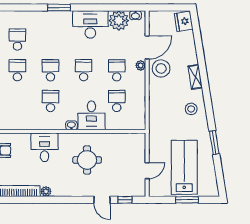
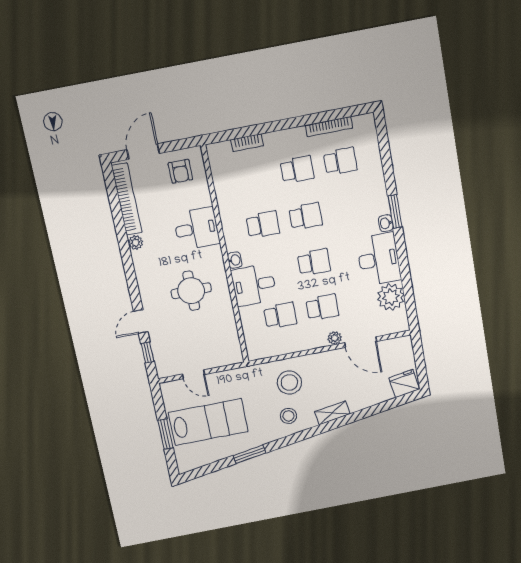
washbasin: (135, 15) -> (386, 223), moved
stool: (161, 68) -> (289, 383), moved

